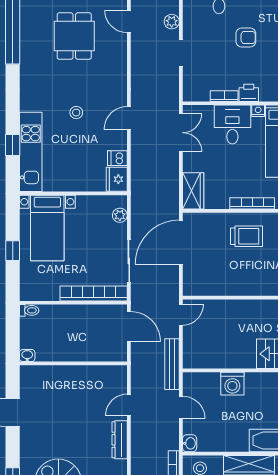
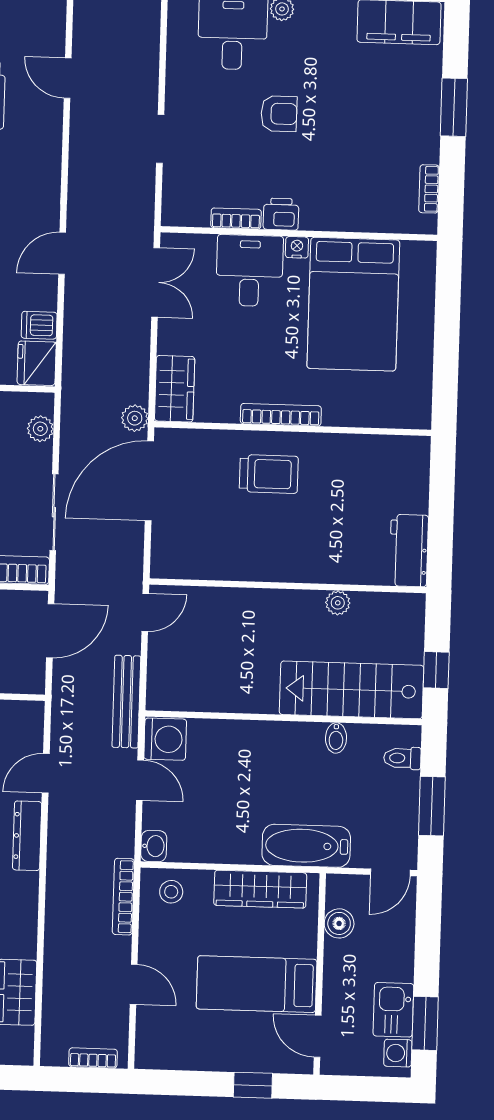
plant: (172, 22) -> (135, 418), moved
door: (129, 326) -> (50, 631), hinge flipped
washing machine: (232, 384) -> (165, 739), moved, turned -90

